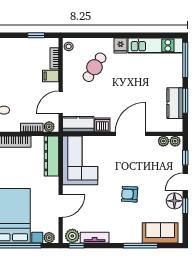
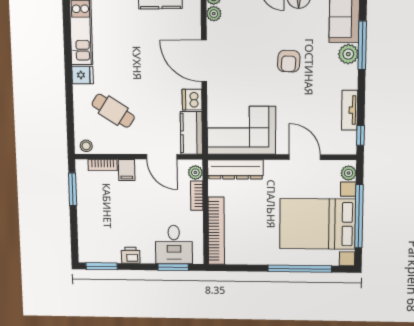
window: (36, 35) -> (73, 189), width x1.50
plant: (72, 236) -> (348, 54), moved

